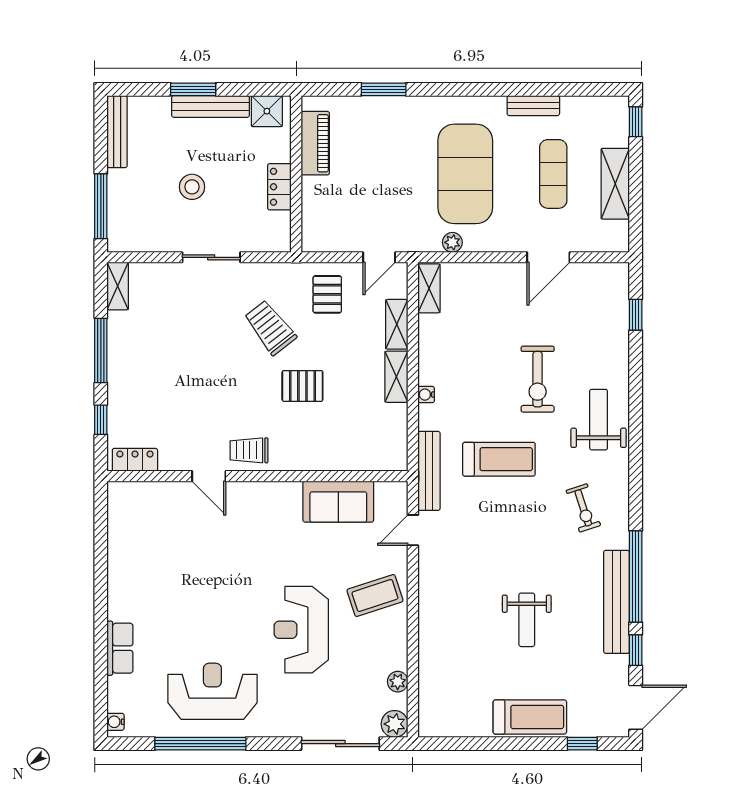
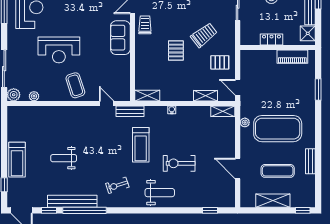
shelving: (396, 377) -> (147, 96), moved
bench: (429, 471) -> (130, 111), width x0.73
sofa: (338, 502) -> (120, 38), moved
reception desk: (301, 630) -> (59, 50), turned 180

